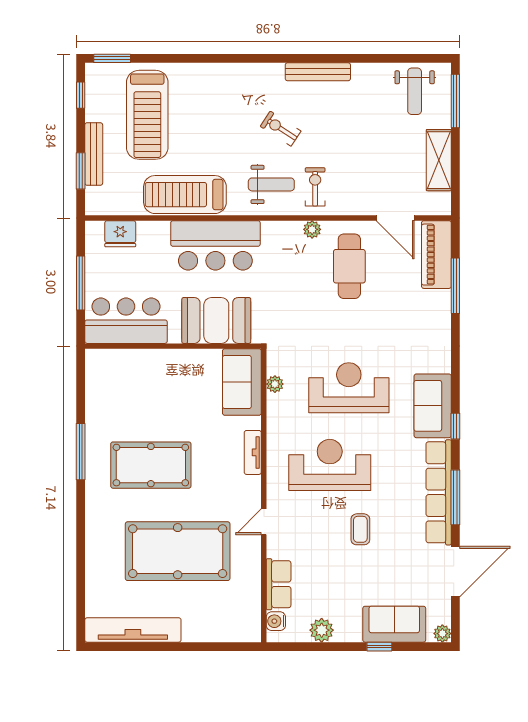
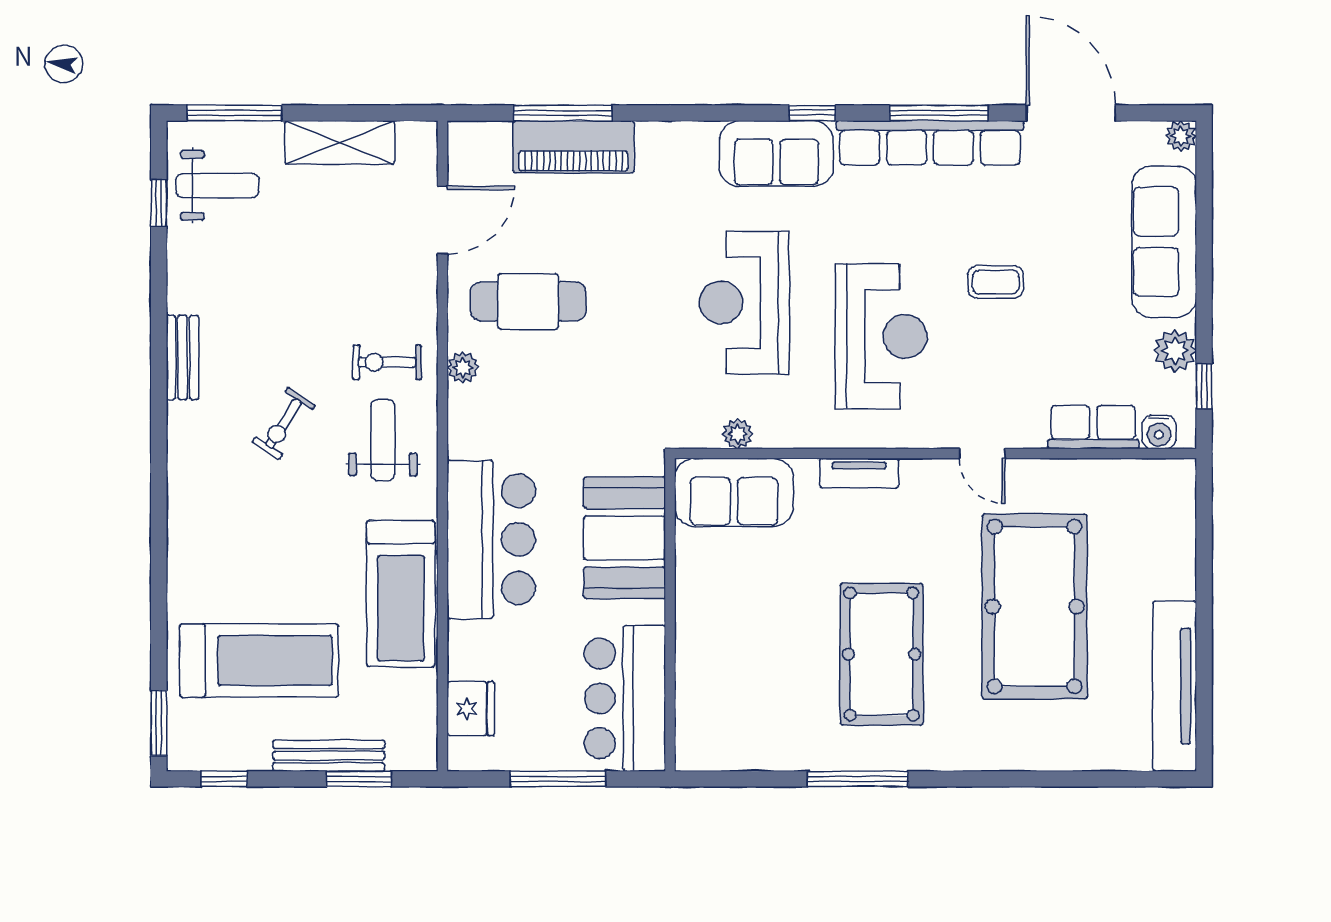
window: (405, 58) -> (159, 203), added
bench: (318, 72) -> (183, 357), width x0.73
piano: (436, 255) -> (573, 147), moved
reception desk: (330, 465) -> (881, 336), turned 180
sofa: (394, 624) -> (1164, 242), width x1.36
window: (379, 647) -> (1204, 386), moved

